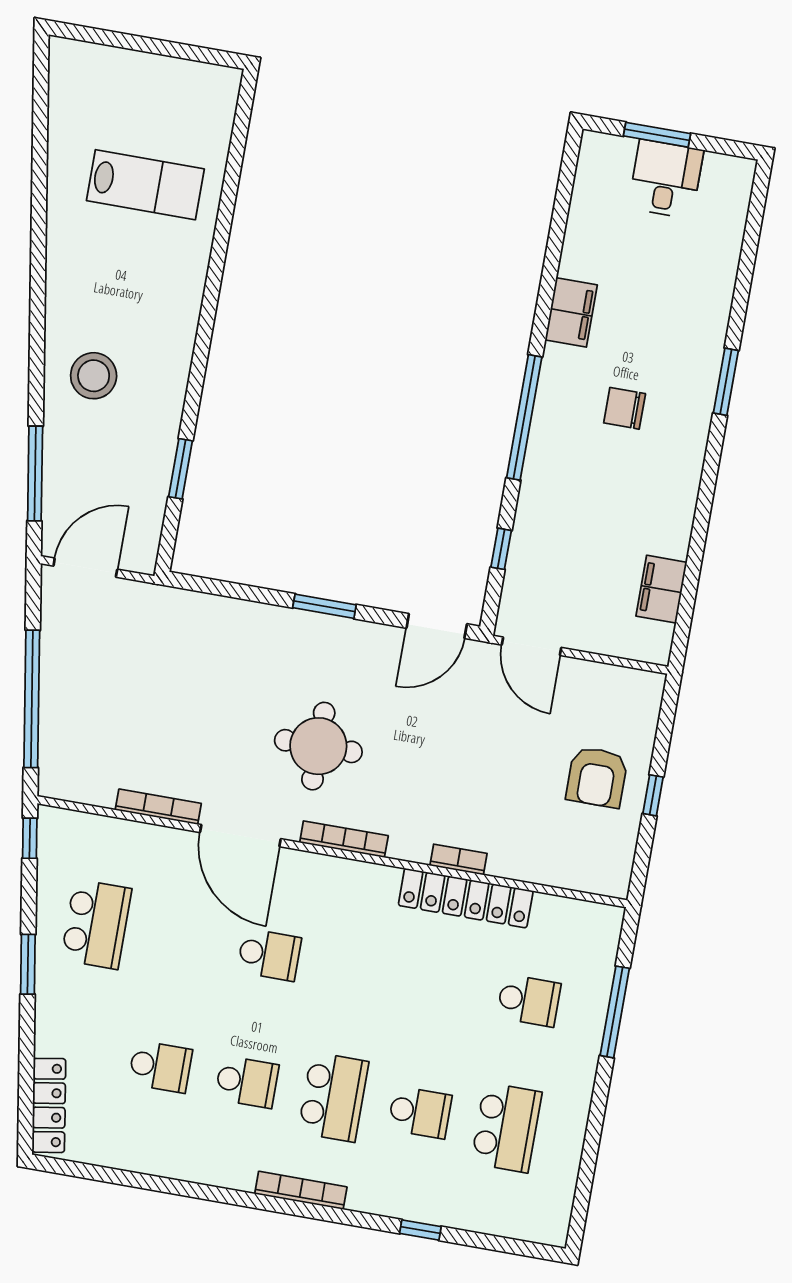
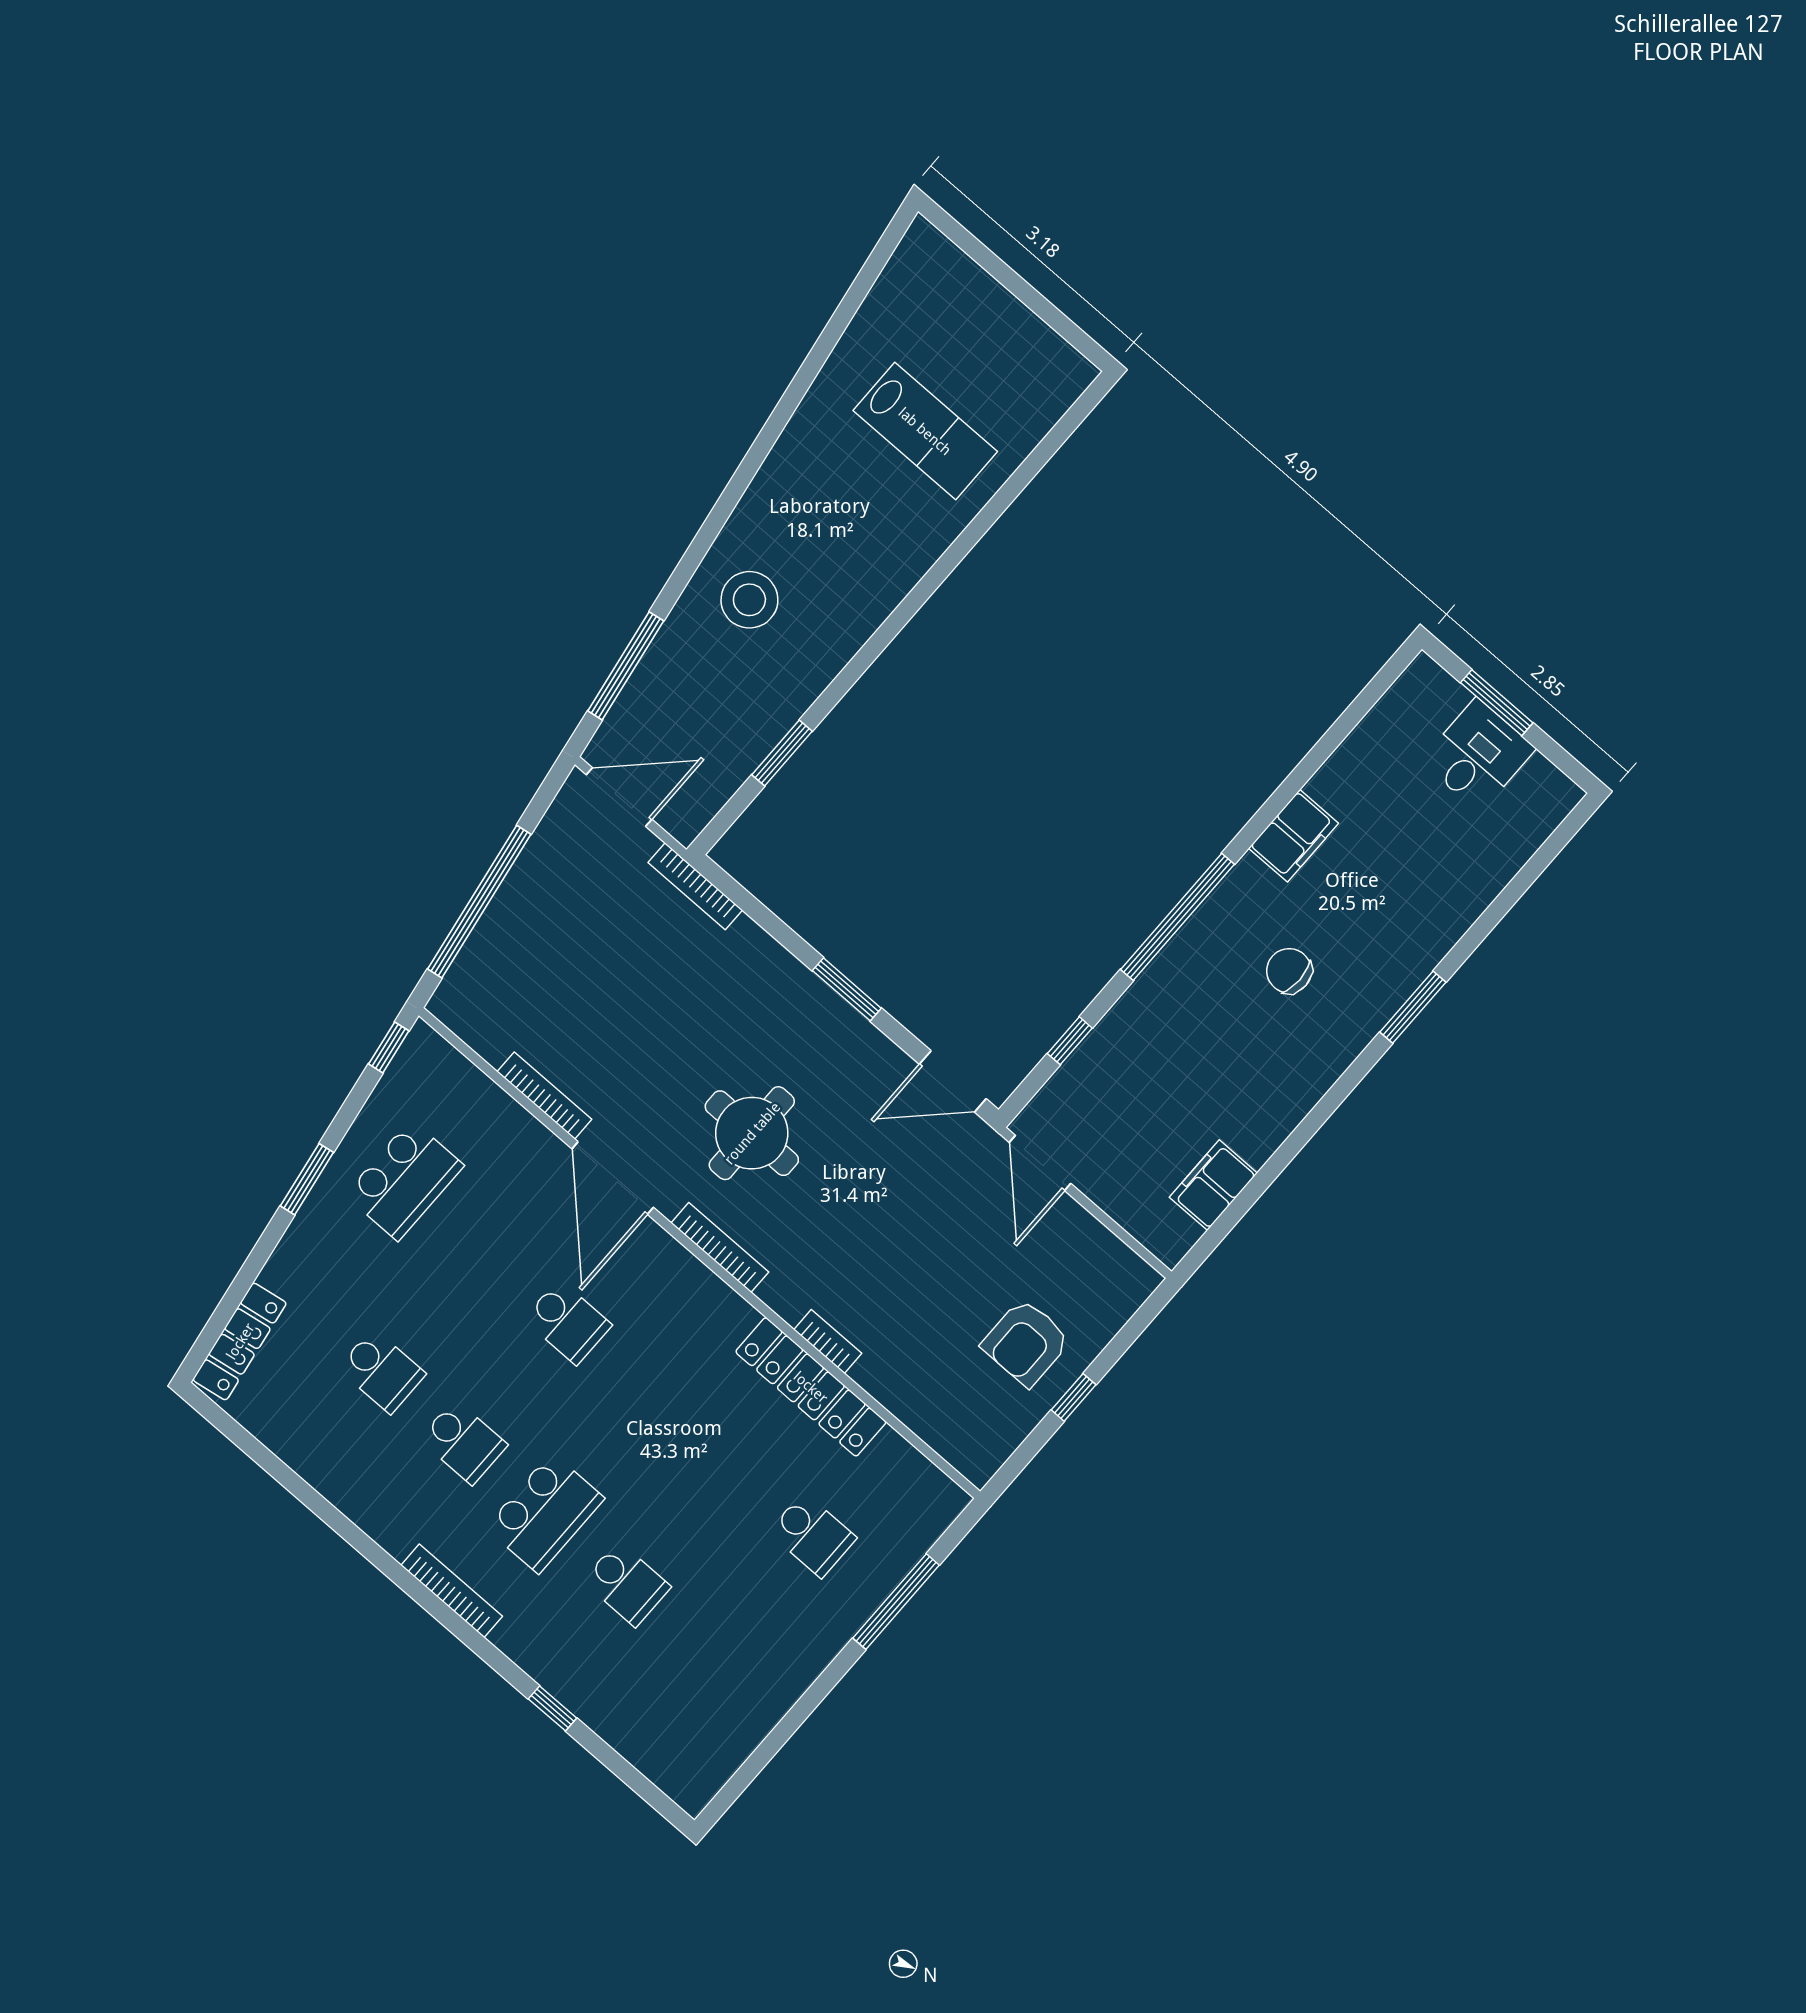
bookcase: (176, 598) -> (695, 886), added
school desk: (506, 1128) -> (708, 1655), removed

